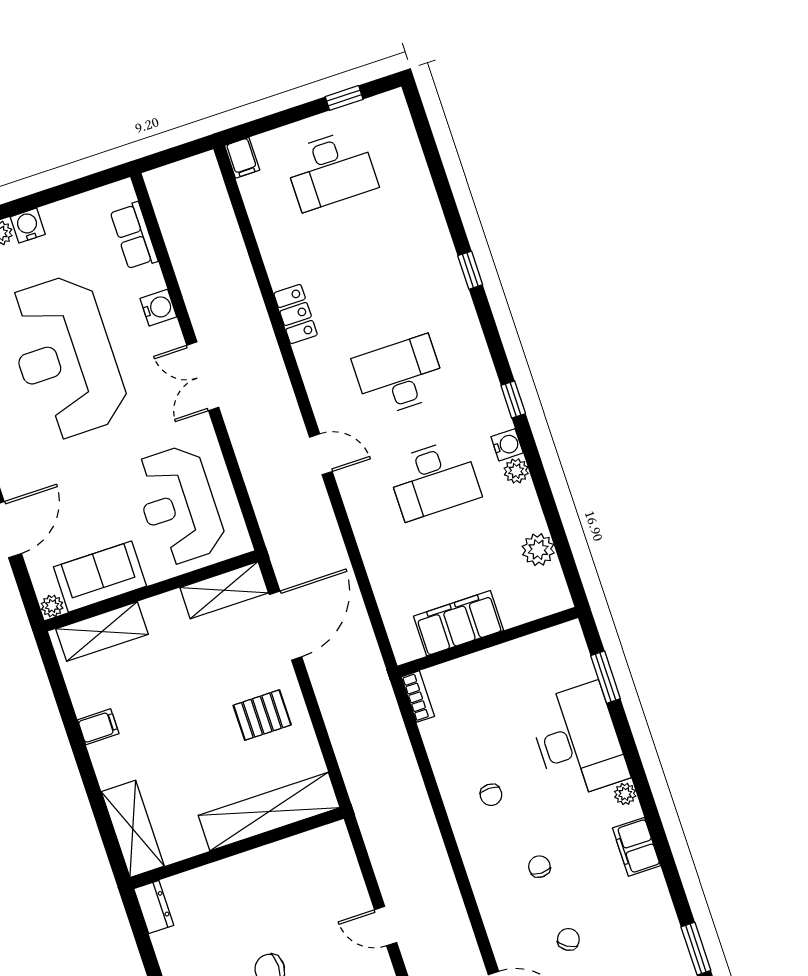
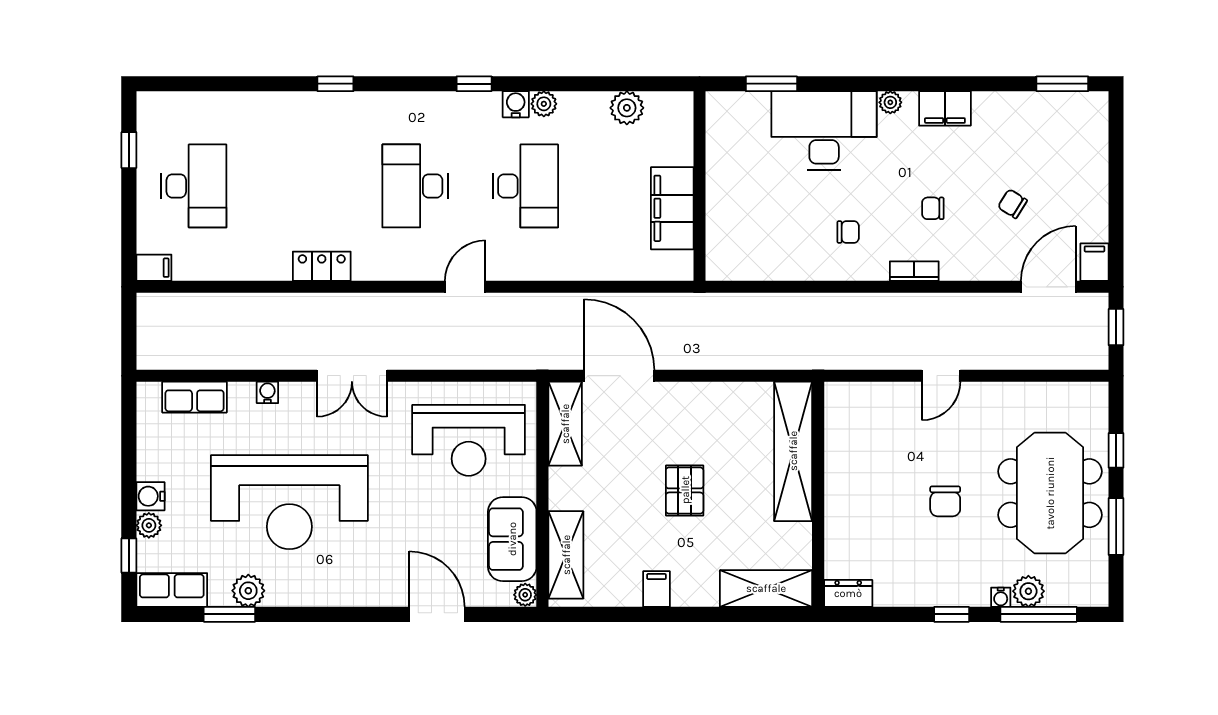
water cooler: (158, 308) -> (267, 392), width x0.72, depth x0.72
bookcase: (418, 697) -> (914, 271), moved
pallet: (262, 715) -> (685, 490), moved

